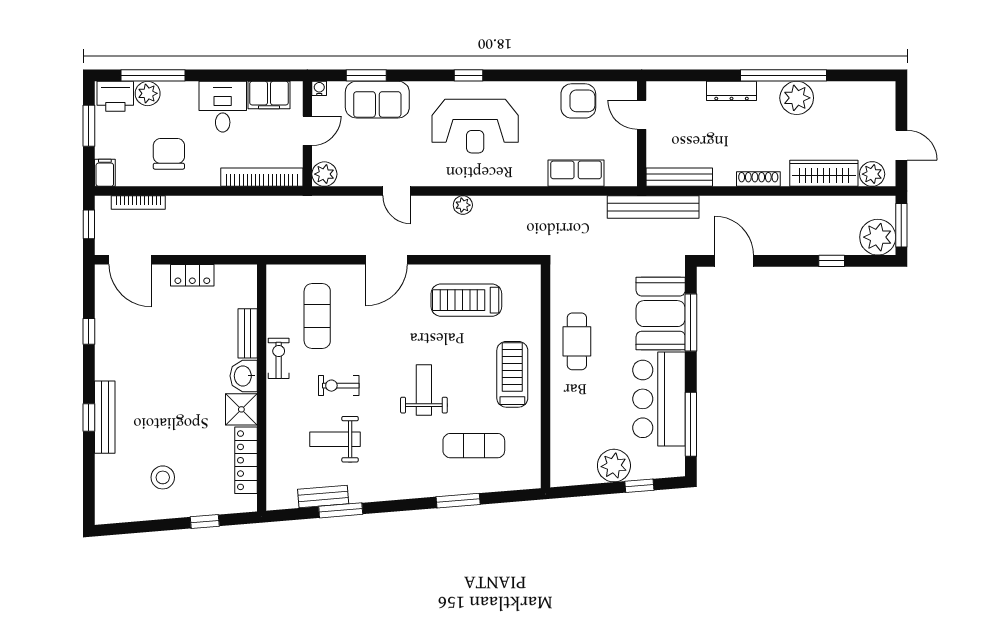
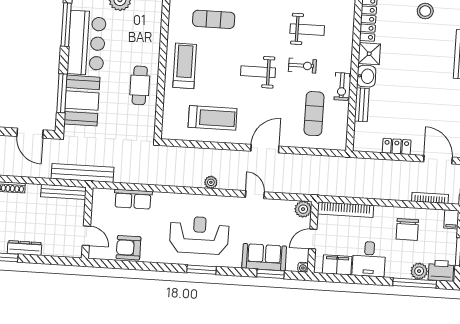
window: (469, 75) -> (201, 270), width x1.50
treadmill: (512, 374) -> (185, 66), turned 180
weight bench: (424, 390) -> (258, 72), moved, turned 90

